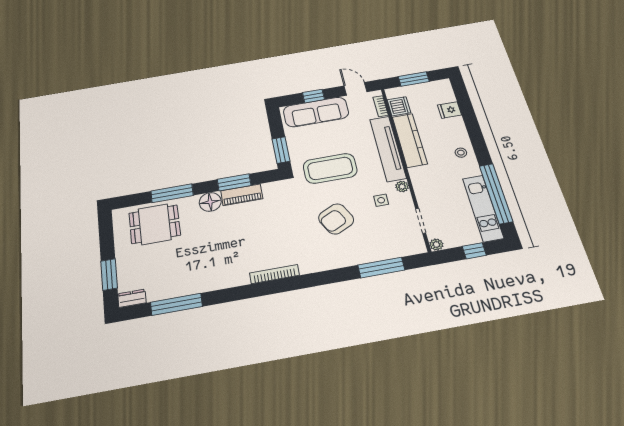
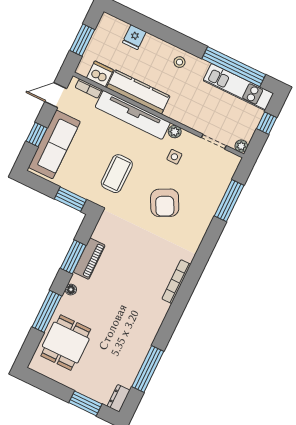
coffee table: (330, 168) -> (117, 174), width x0.73, depth x0.76
floor lamp: (210, 202) -> (71, 290), width x0.53, depth x0.53

